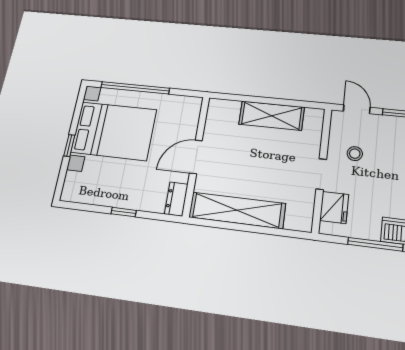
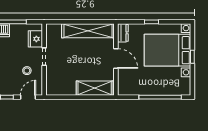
door: (357, 109) -> (28, 97), swing flipped
shelving: (271, 116) -> (95, 88), moved
bed with nightstands: (114, 131) -> (167, 50), moved
door: (196, 157) -> (116, 59), hinge flipped

